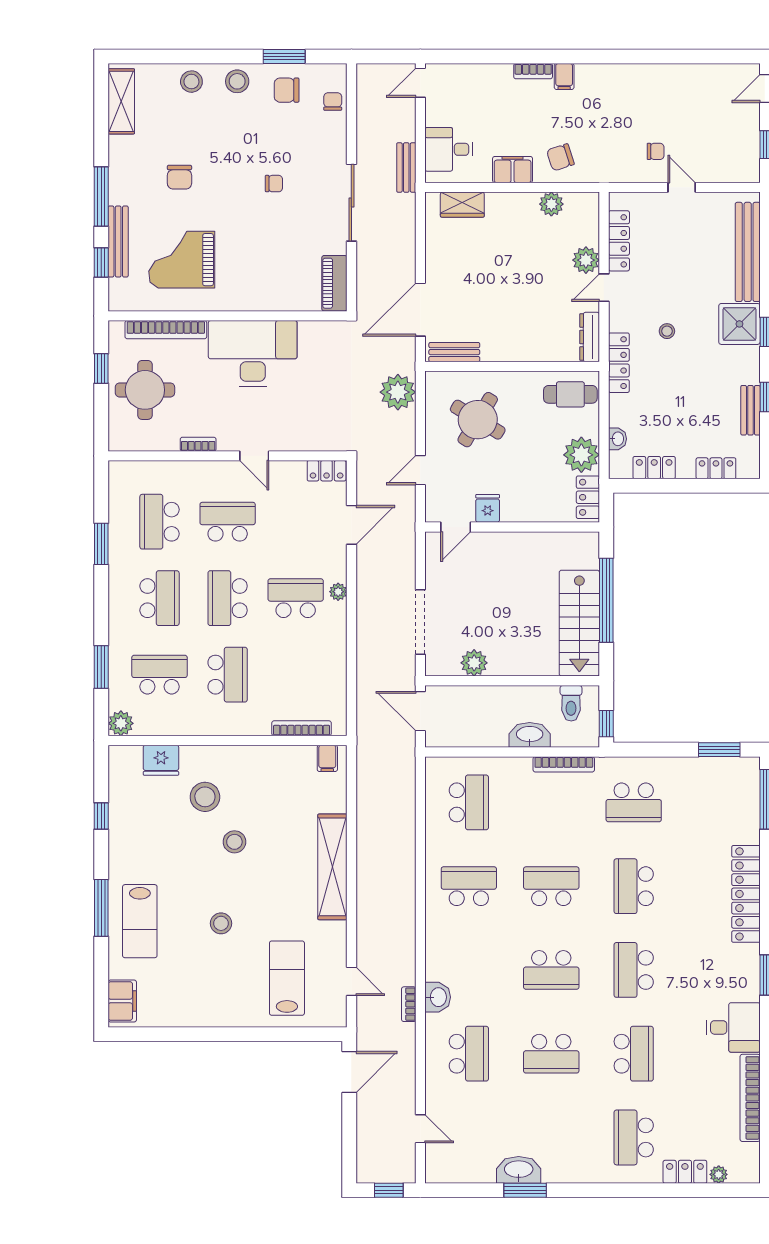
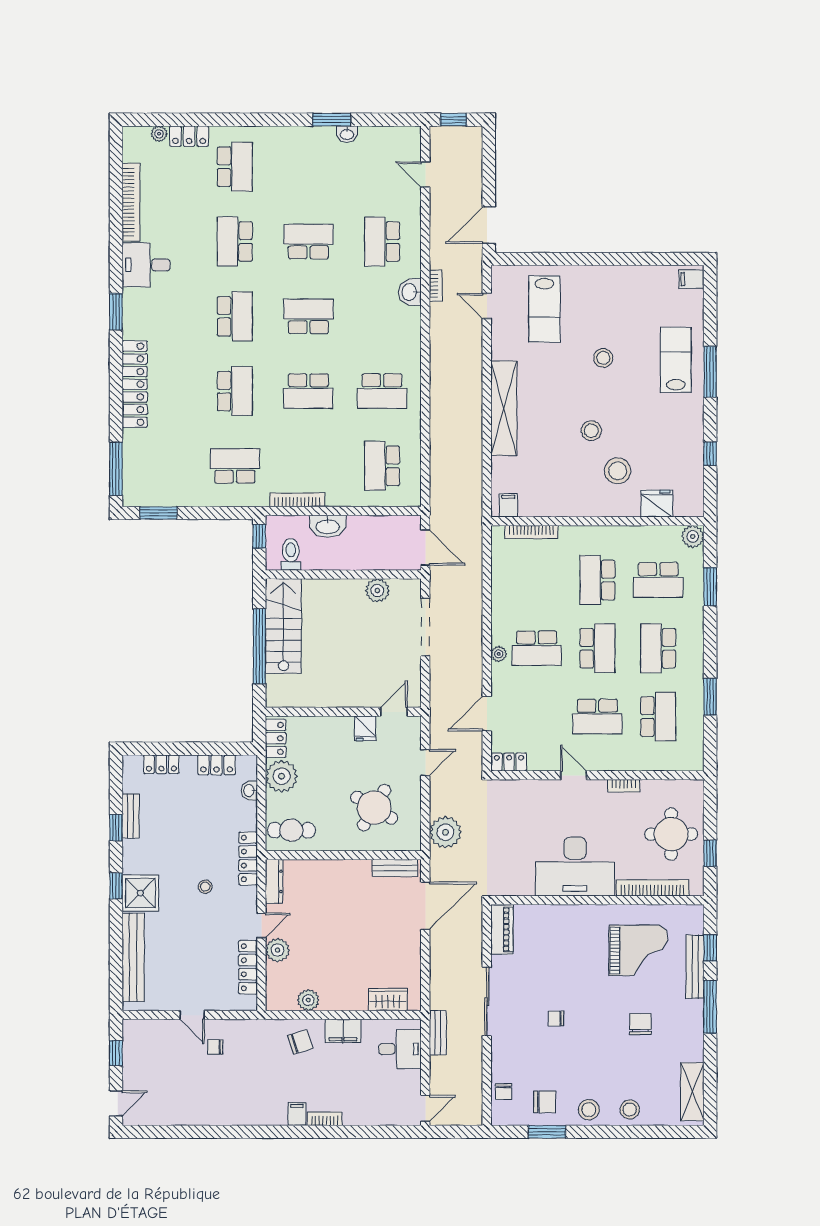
filing cabinet: (122, 1001) -> (691, 279), width x0.50
washbasin: (519, 1170) -> (347, 134), width x0.52, depth x0.69

